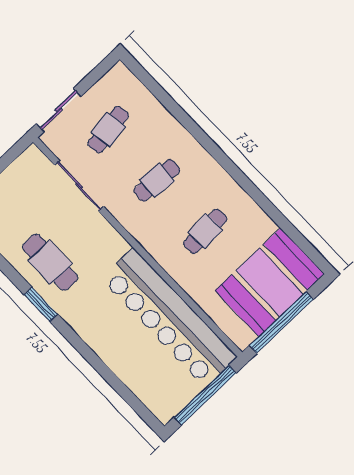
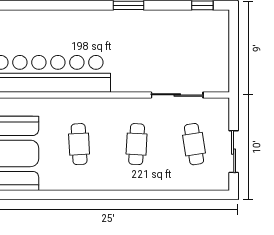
sliding door: (59, 110) -> (234, 152), moved
cafe table: (50, 262) -> (148, 35), removed

